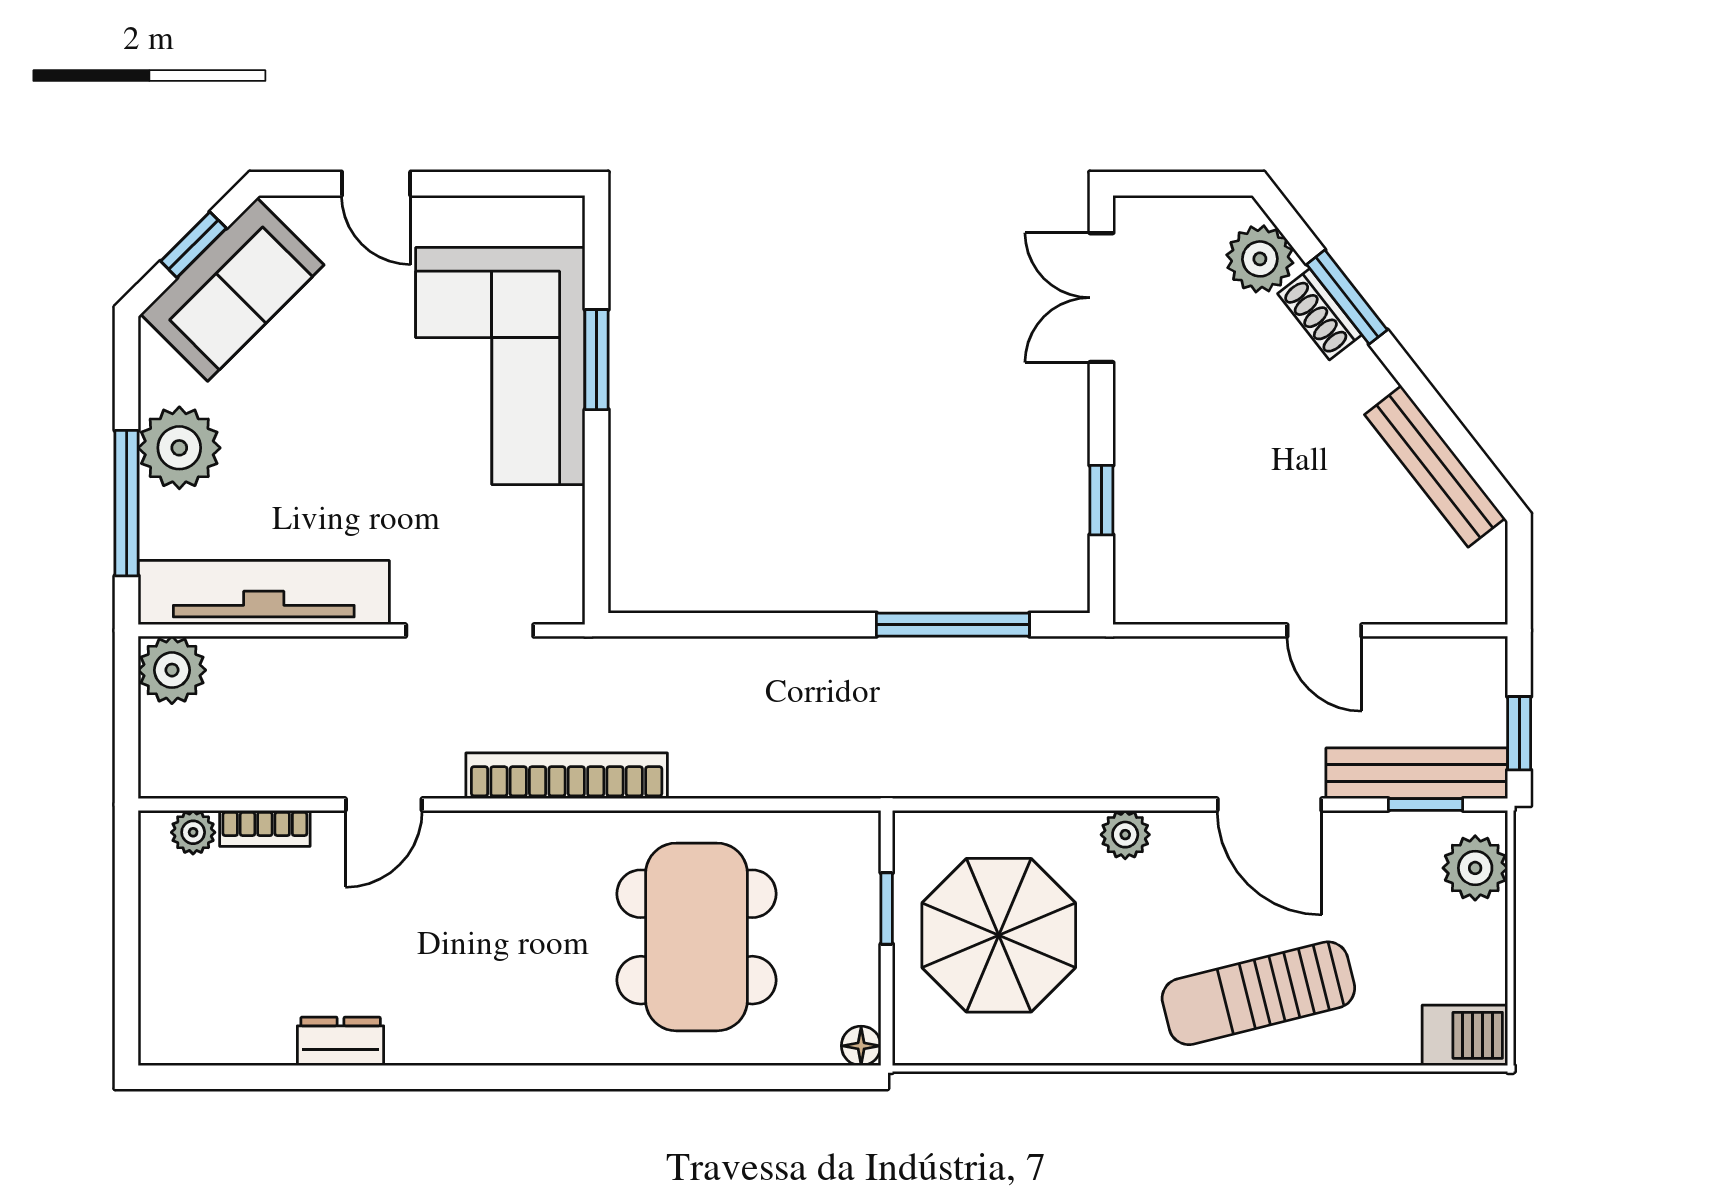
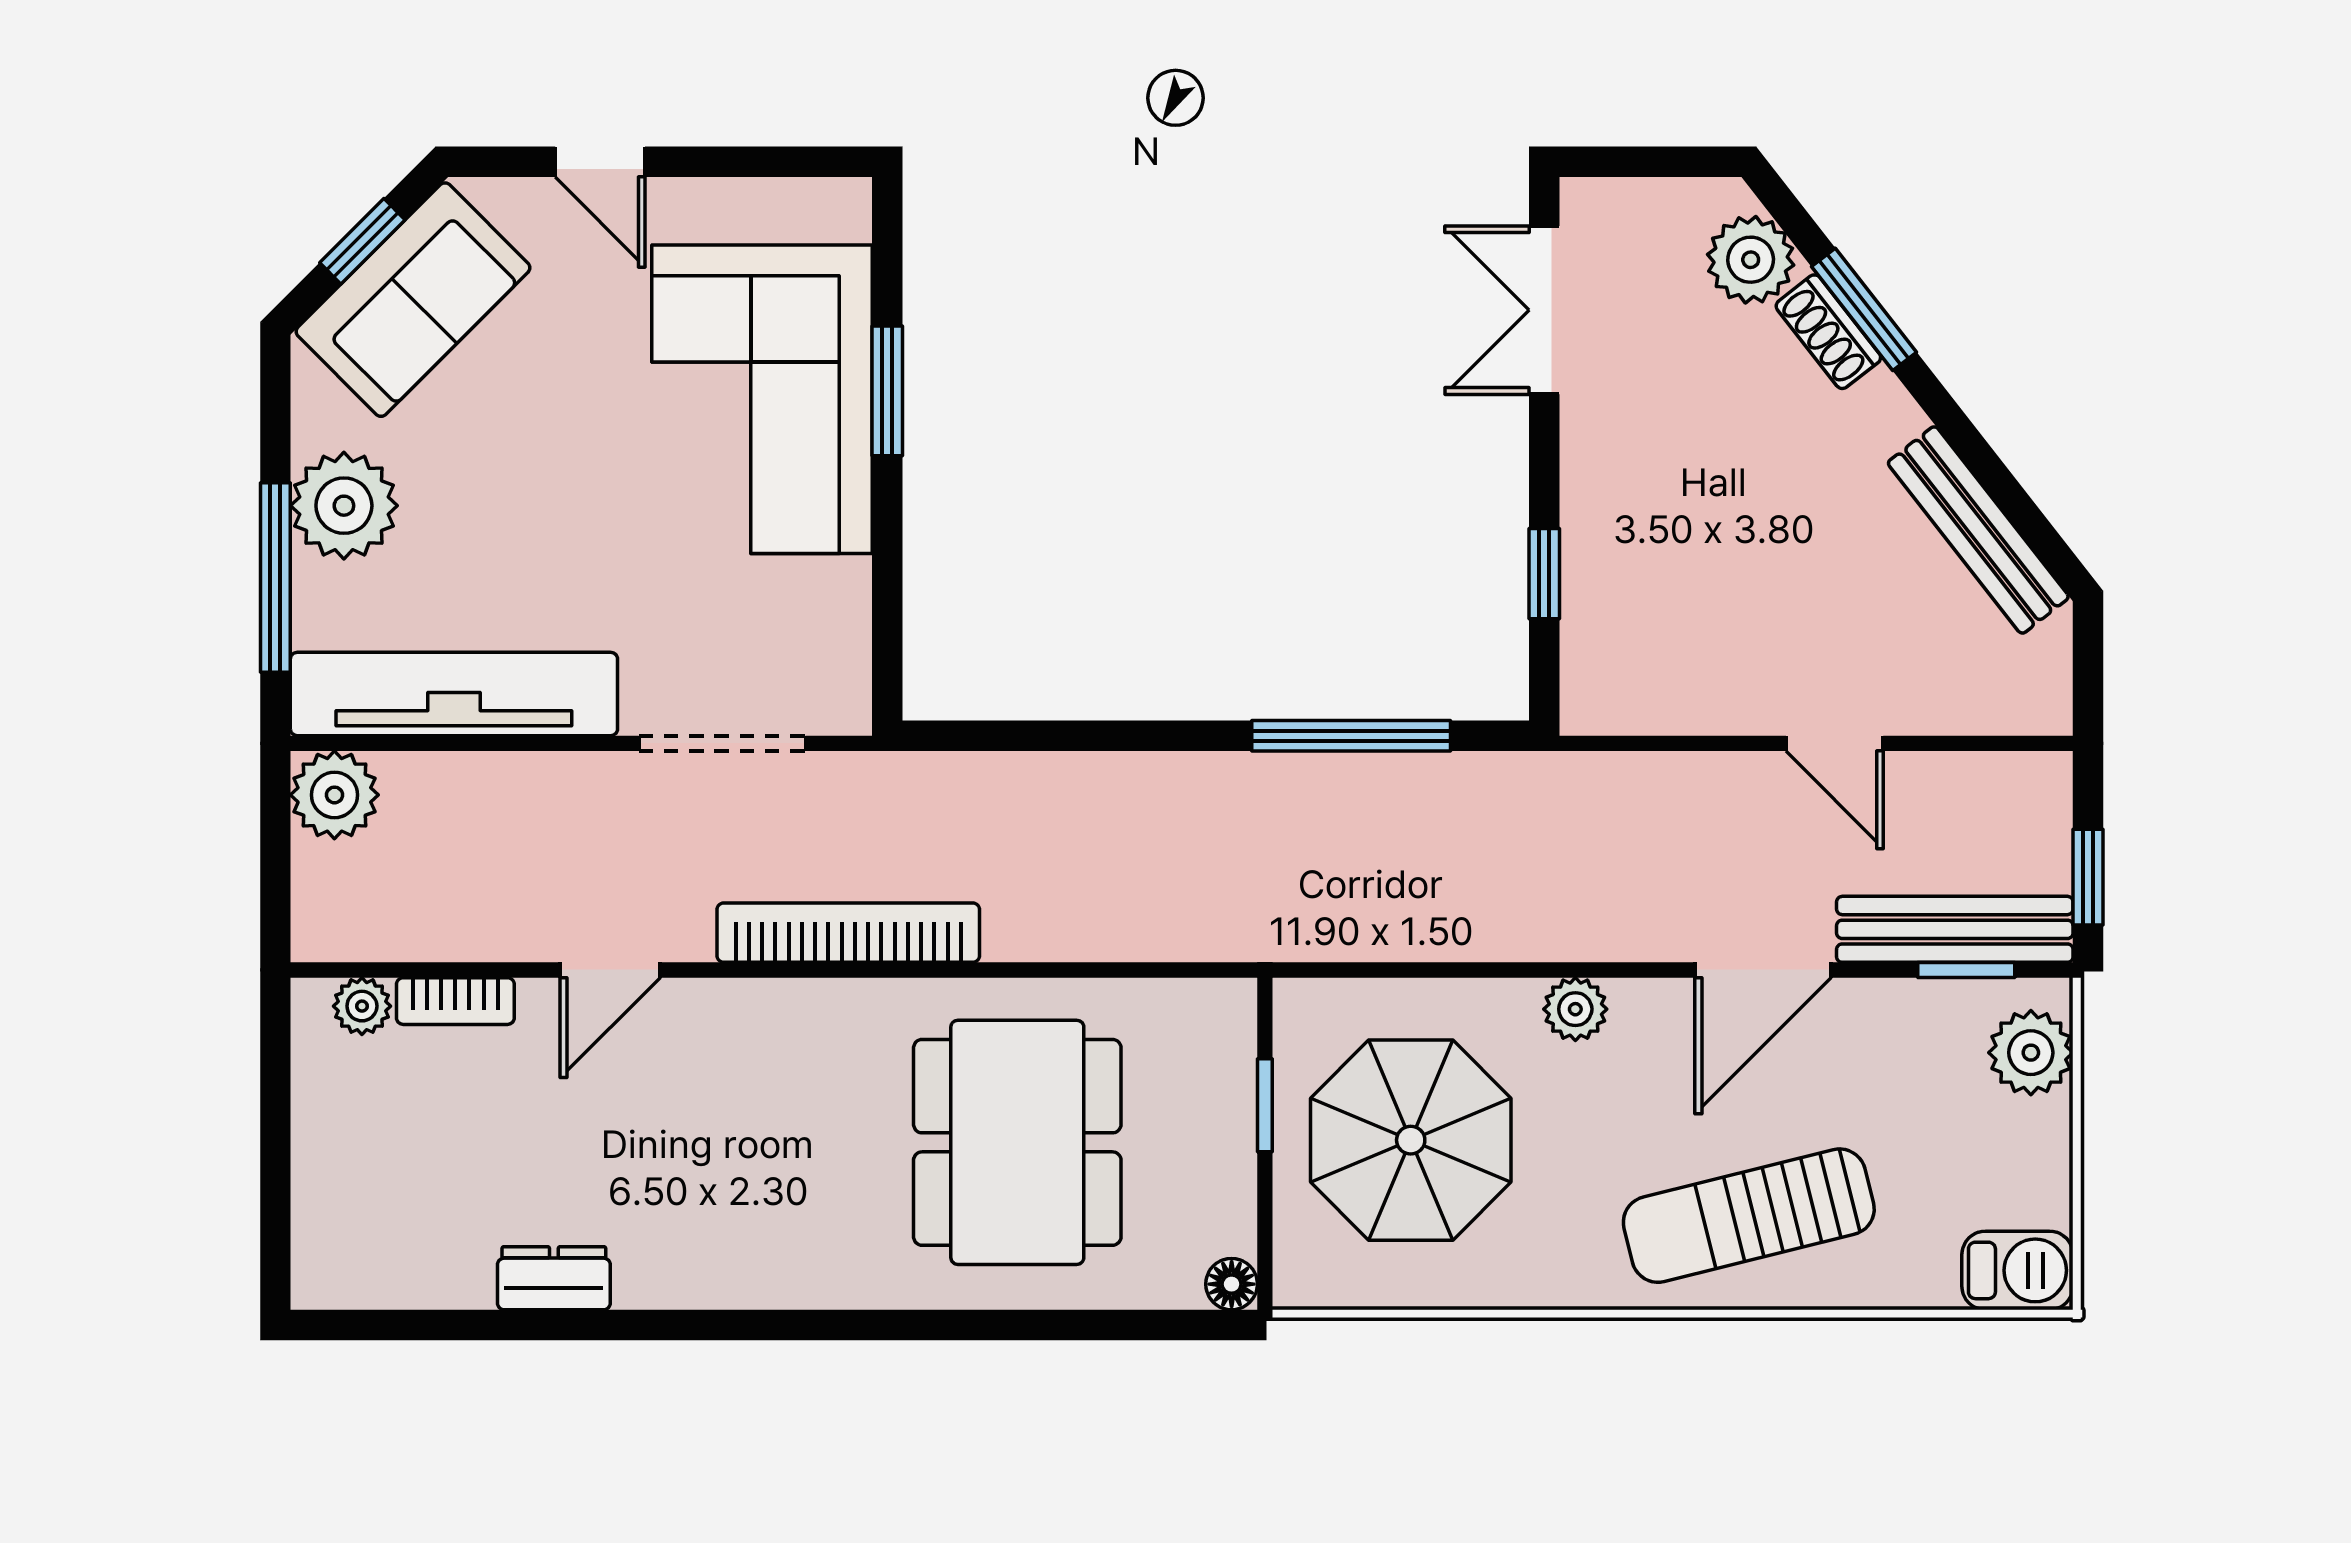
door: (1269, 805) -> (1763, 970), hinge flipped

